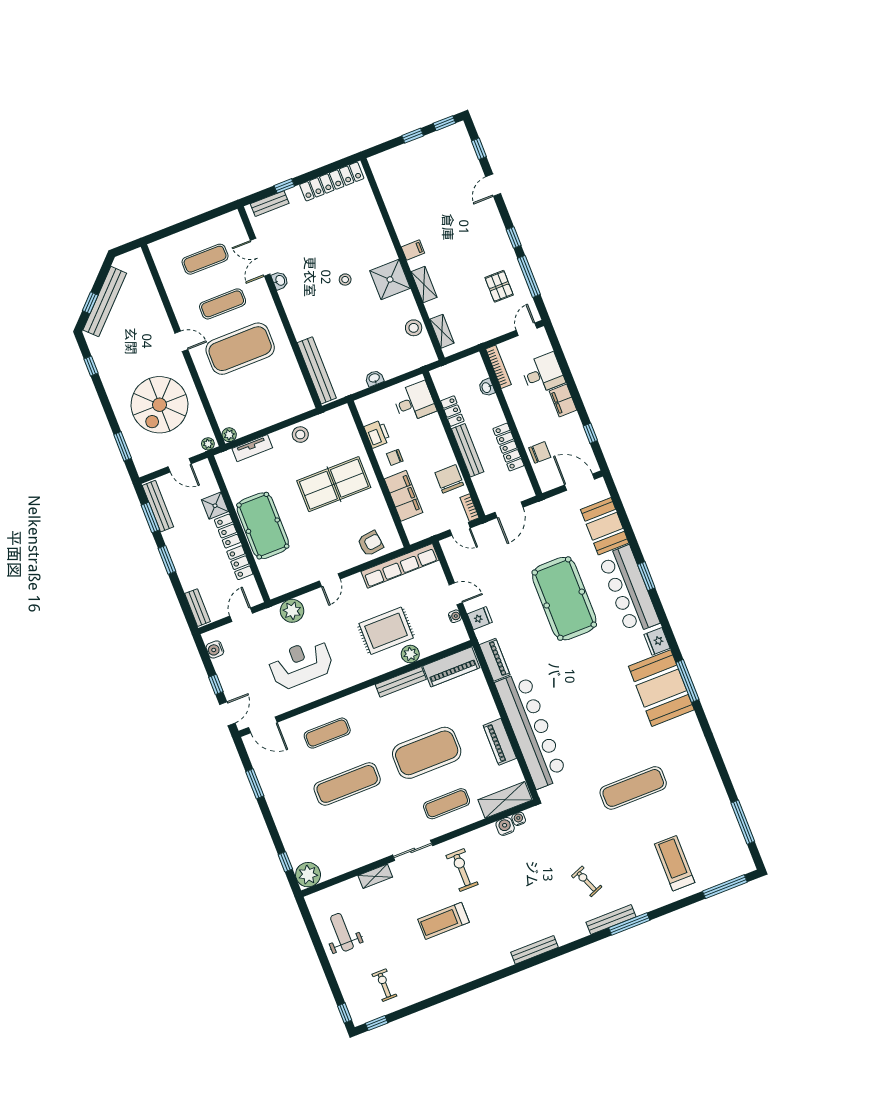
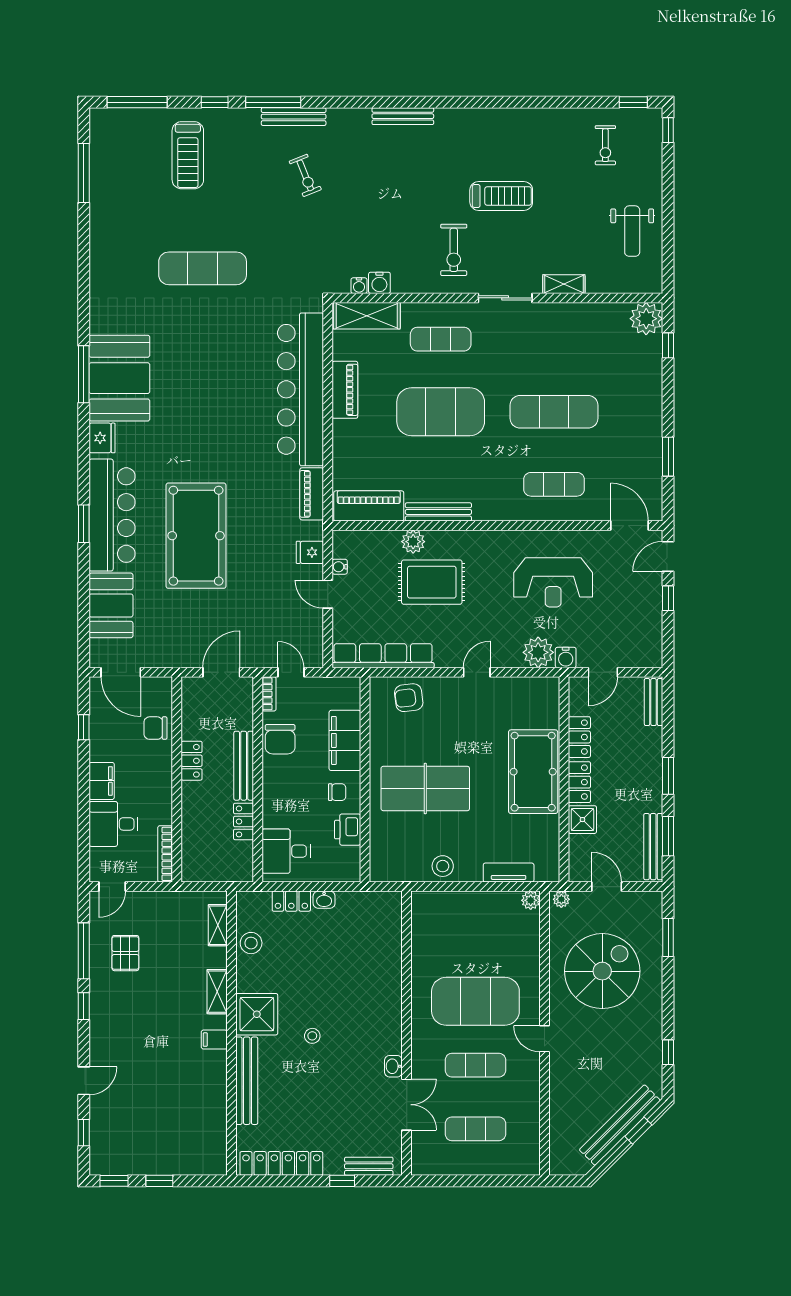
locker: (397, 368) -> (291, 901), added
bench: (317, 370) -> (247, 1081), moved
washbasin: (487, 387) -> (190, 834), removed
locker: (508, 447) -> (192, 761), width x0.66
water cooler: (215, 649) -> (566, 657), moved, turned 90
window: (670, 908) -> (215, 102), added

